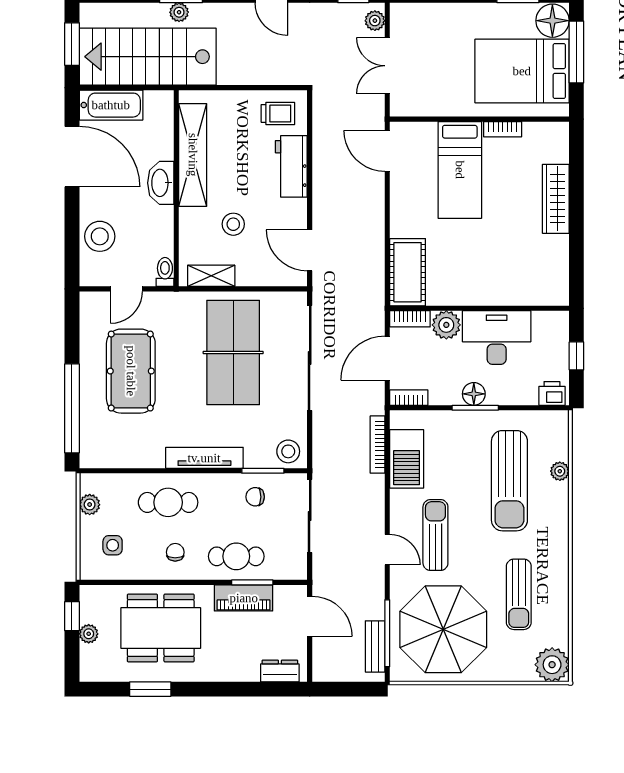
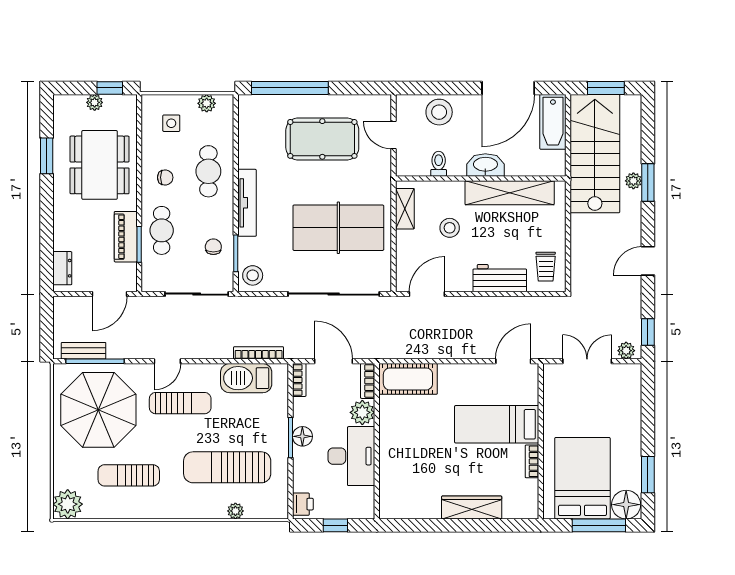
toilet: (165, 272) -> (439, 164), moved, turned -90

